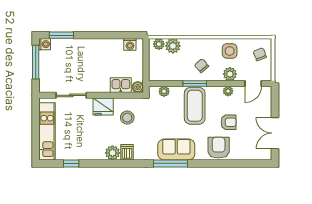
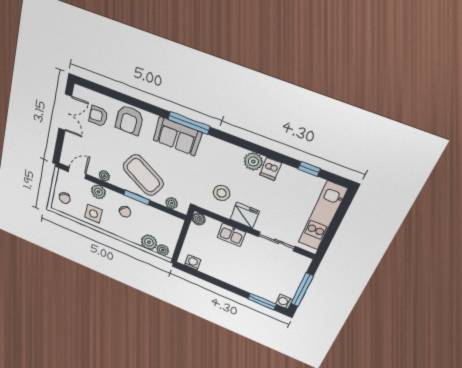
kitchen sink: (121, 85) -> (231, 235), moved
coffee table: (195, 106) -> (143, 175), turned -61
armchair: (229, 122) -> (98, 116), moved
dishwasher: (127, 152) -> (271, 169), moved

